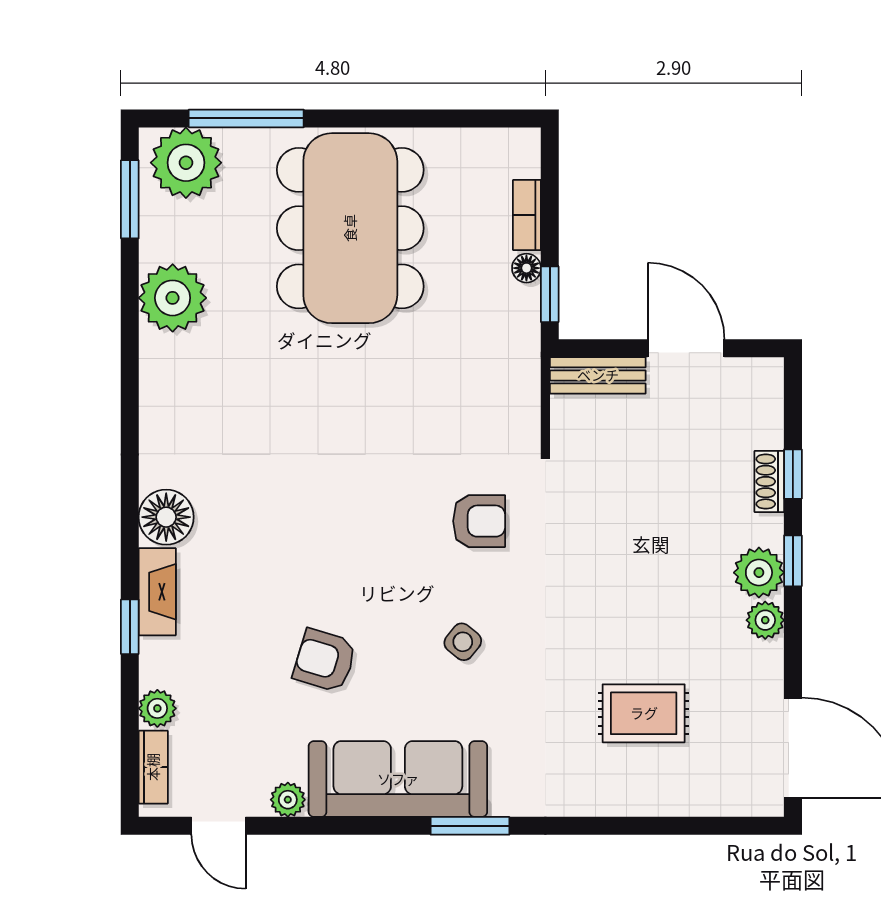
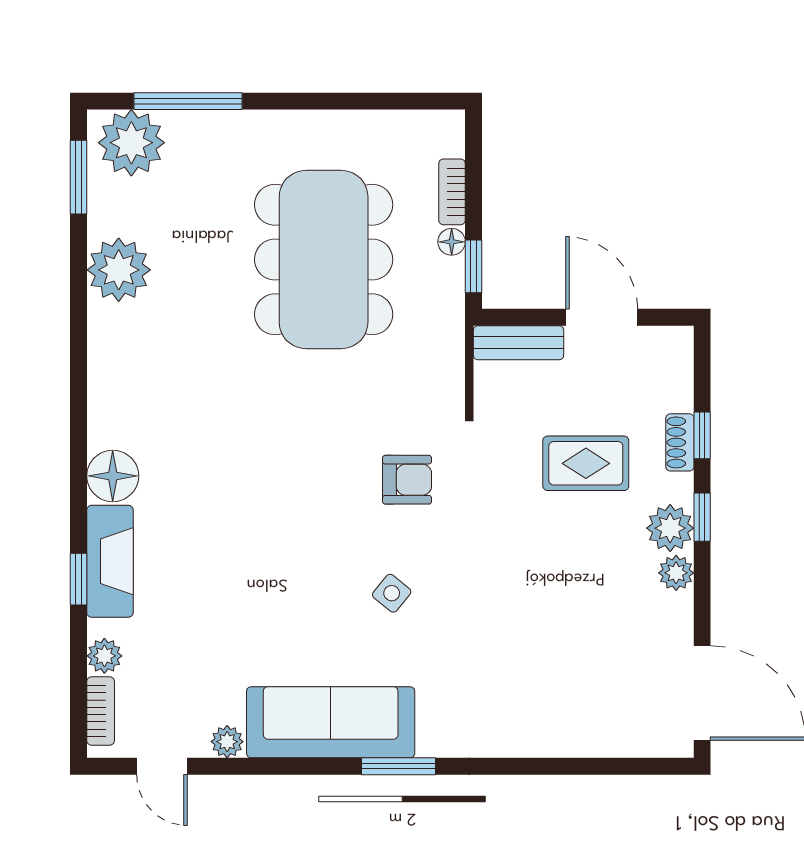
dining table: (350, 228) -> (324, 260), moved
fireplace: (157, 592) -> (110, 561), width x1.37, depth x1.32
armchair: (325, 660) -> (262, 611), removed
rug: (644, 713) -> (586, 463), moved

